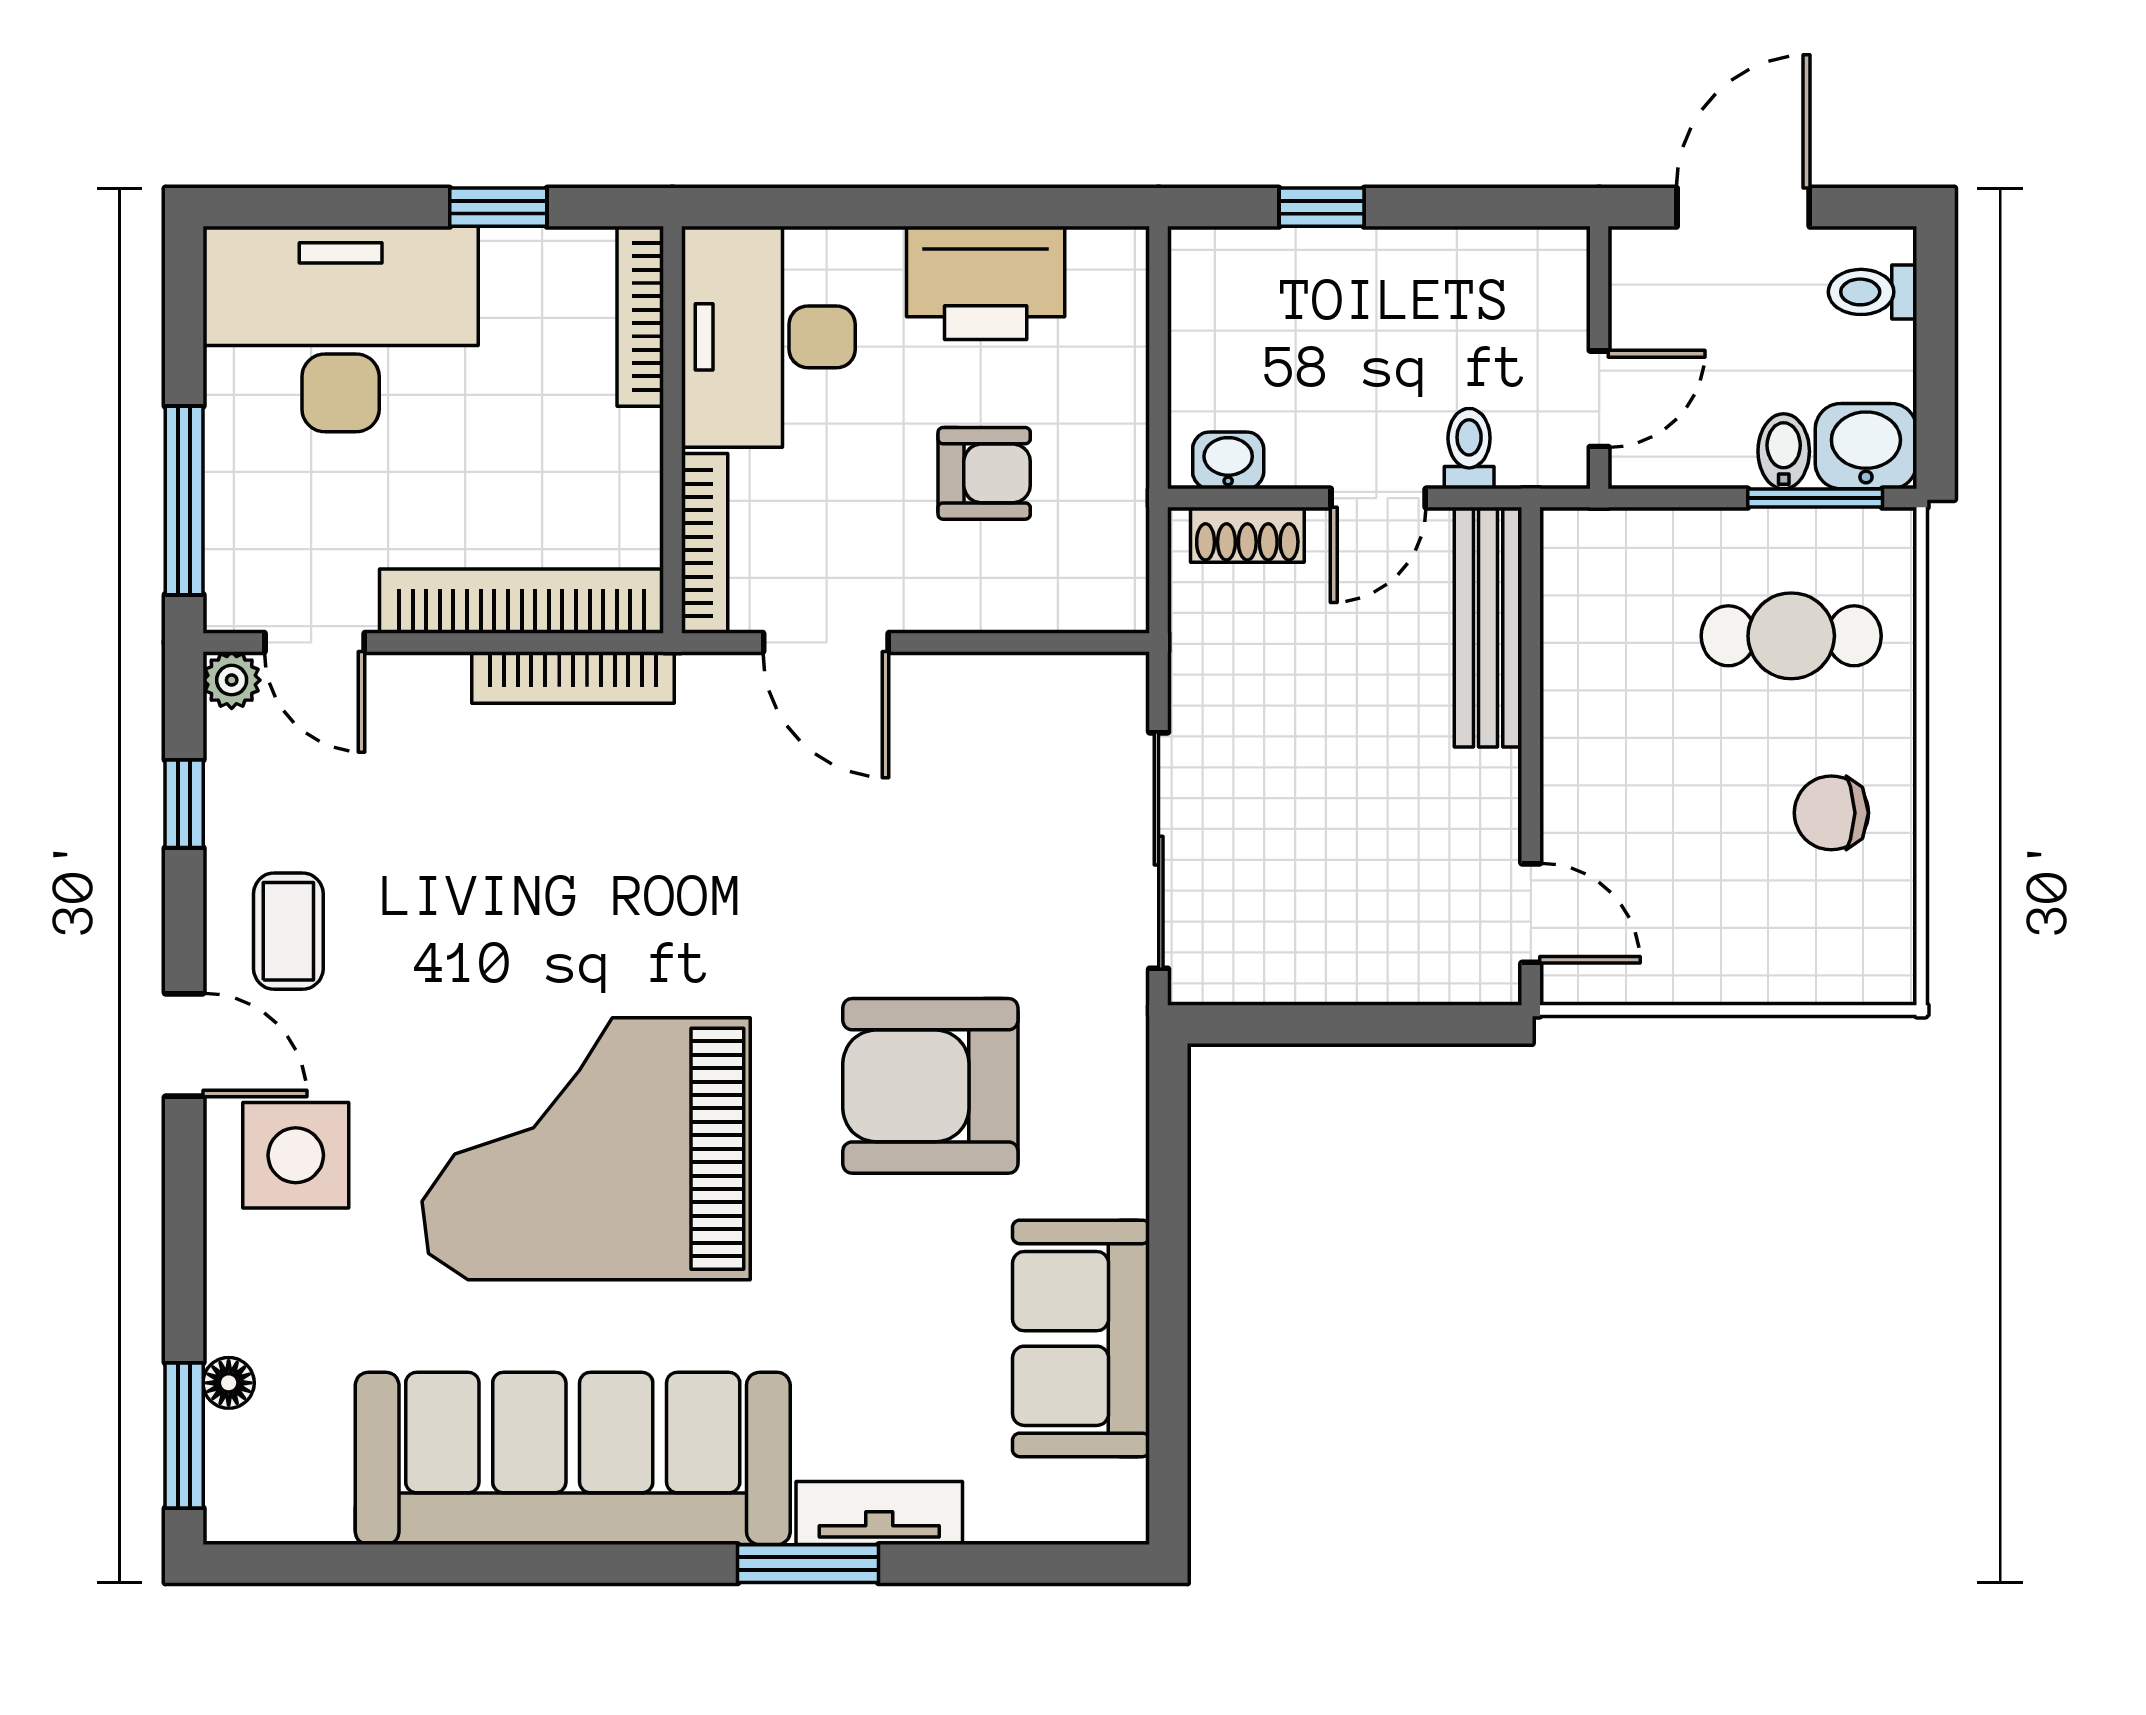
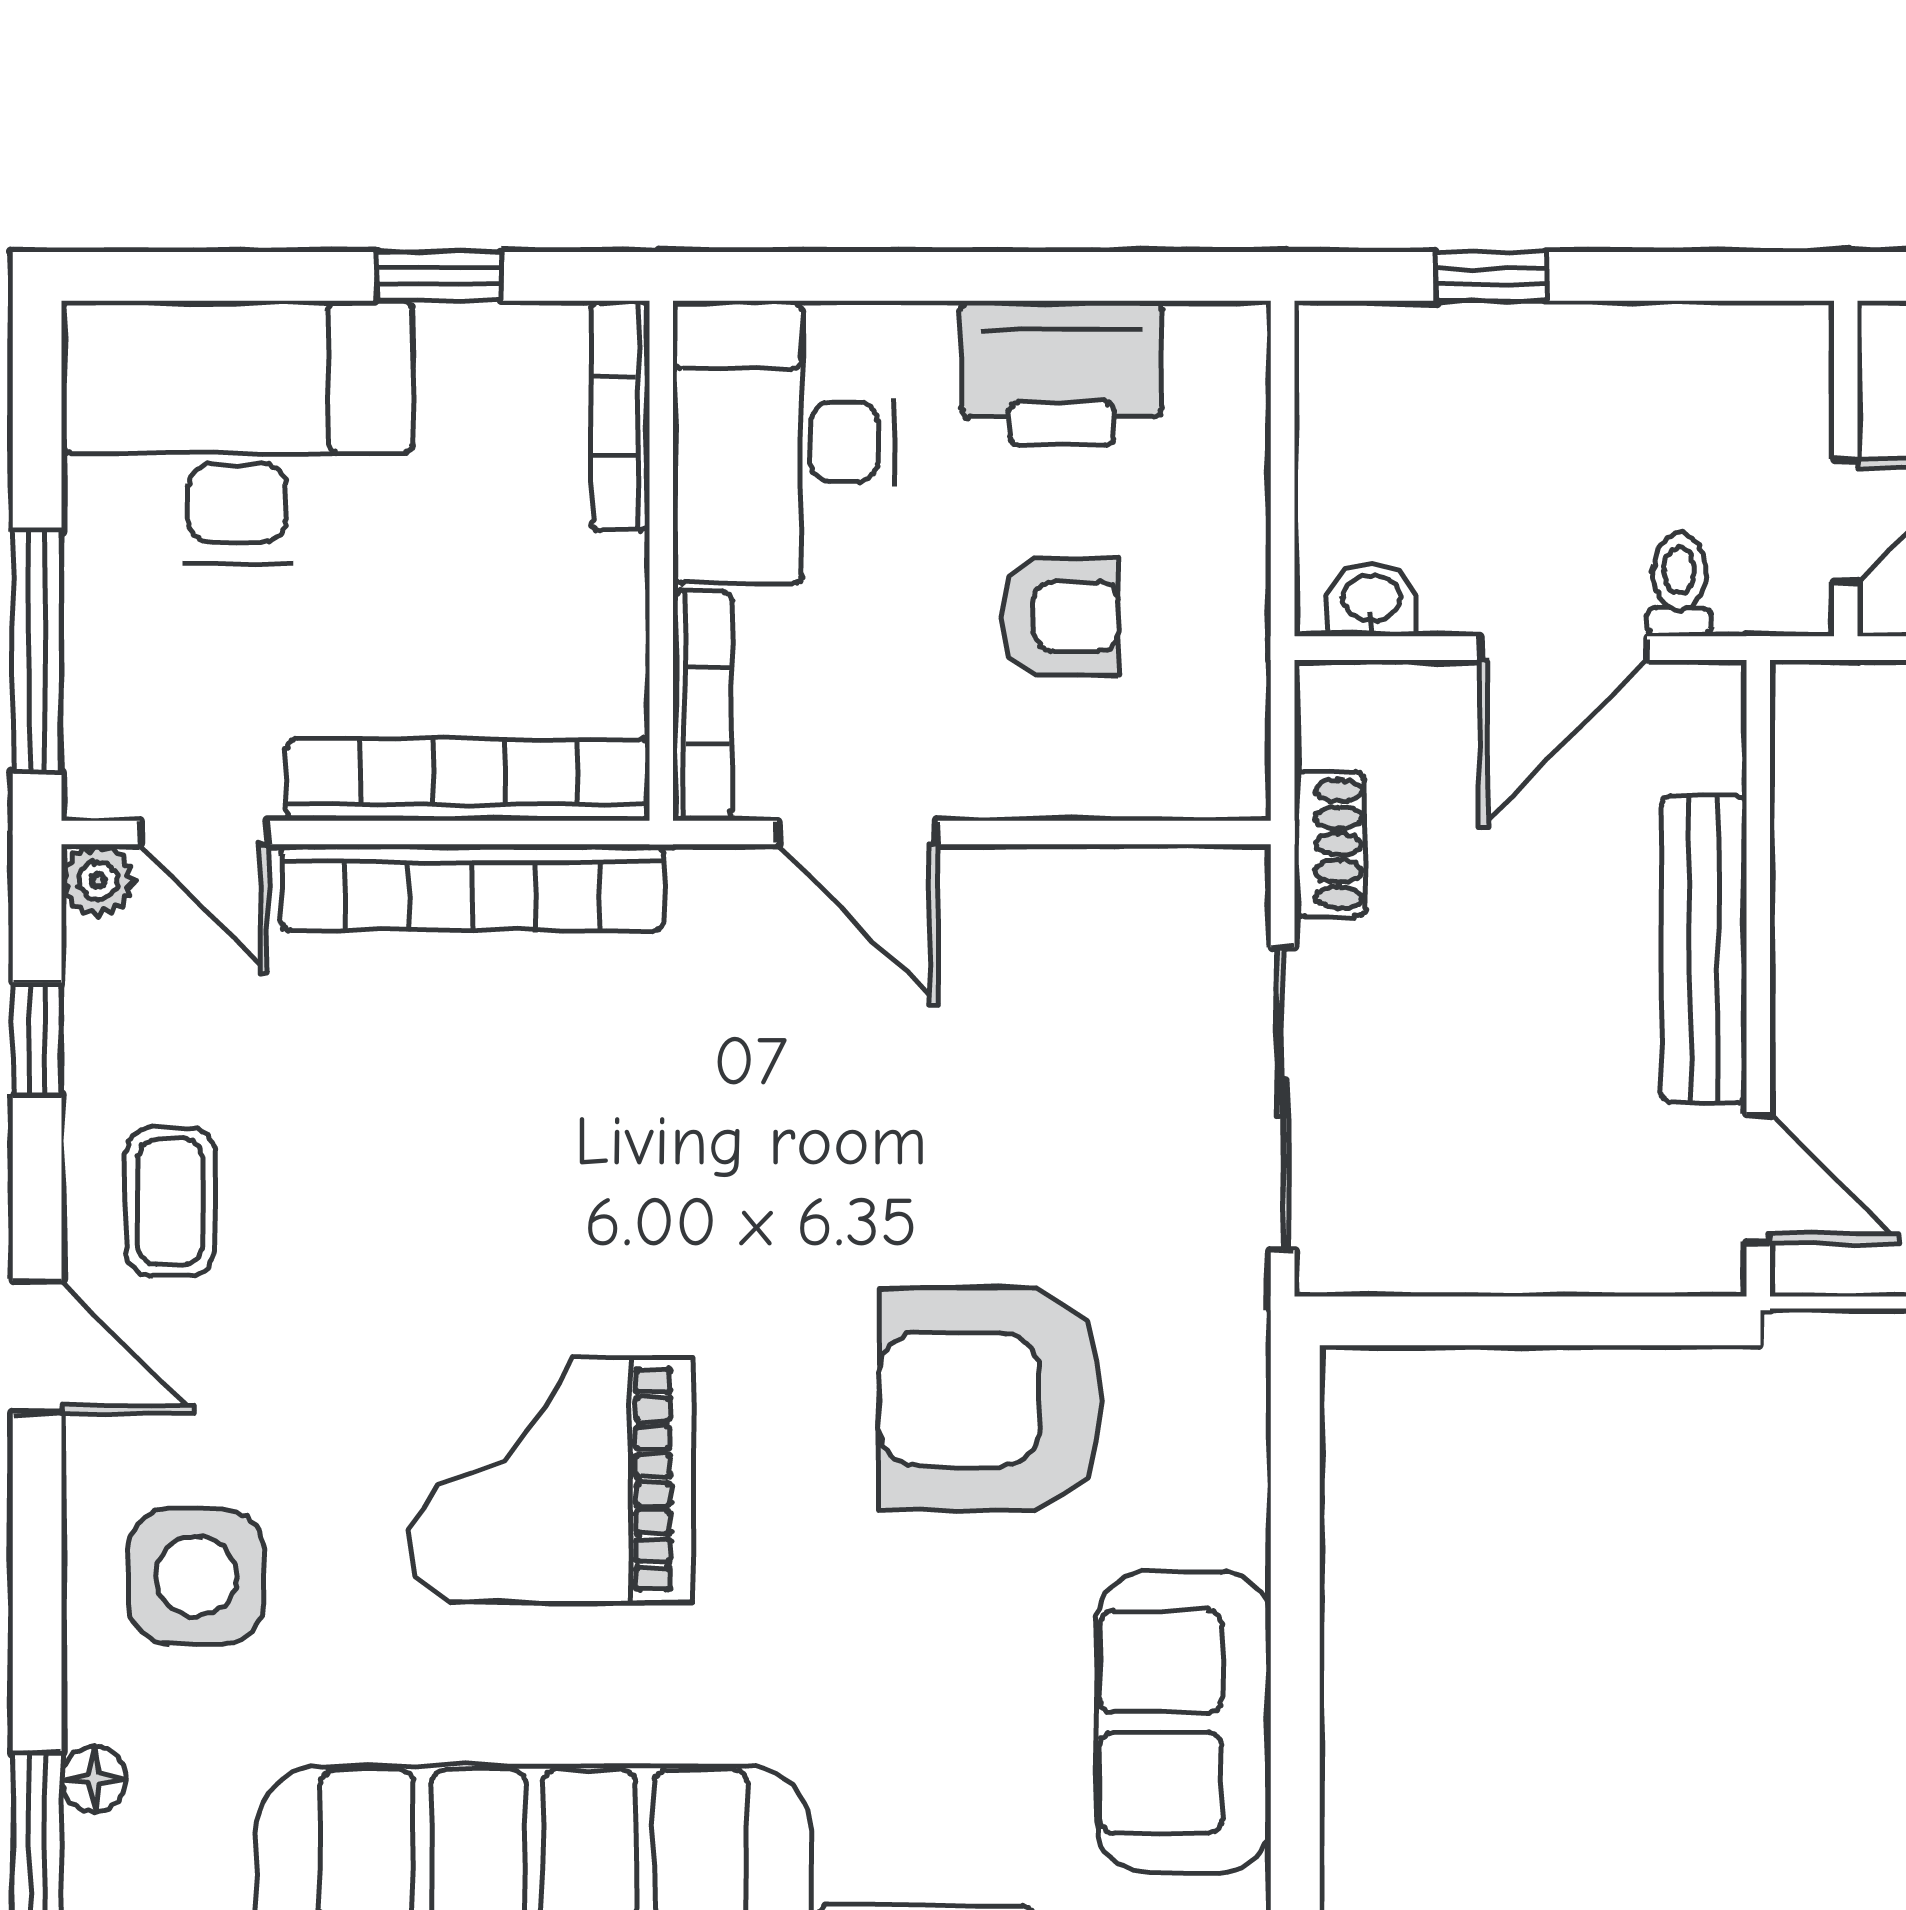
door: (1378, 498) -> (1563, 648), width x1.38
shoe rack: (1247, 535) -> (1330, 844), moved, turned -90
bench: (1488, 627) -> (1704, 949), moved
bookcase: (573, 677) -> (472, 888), width x1.48, depth x1.31
grand piano: (586, 1149) -> (551, 1480), width x0.73, depth x0.68
side table: (296, 1155) -> (196, 1576), moved

